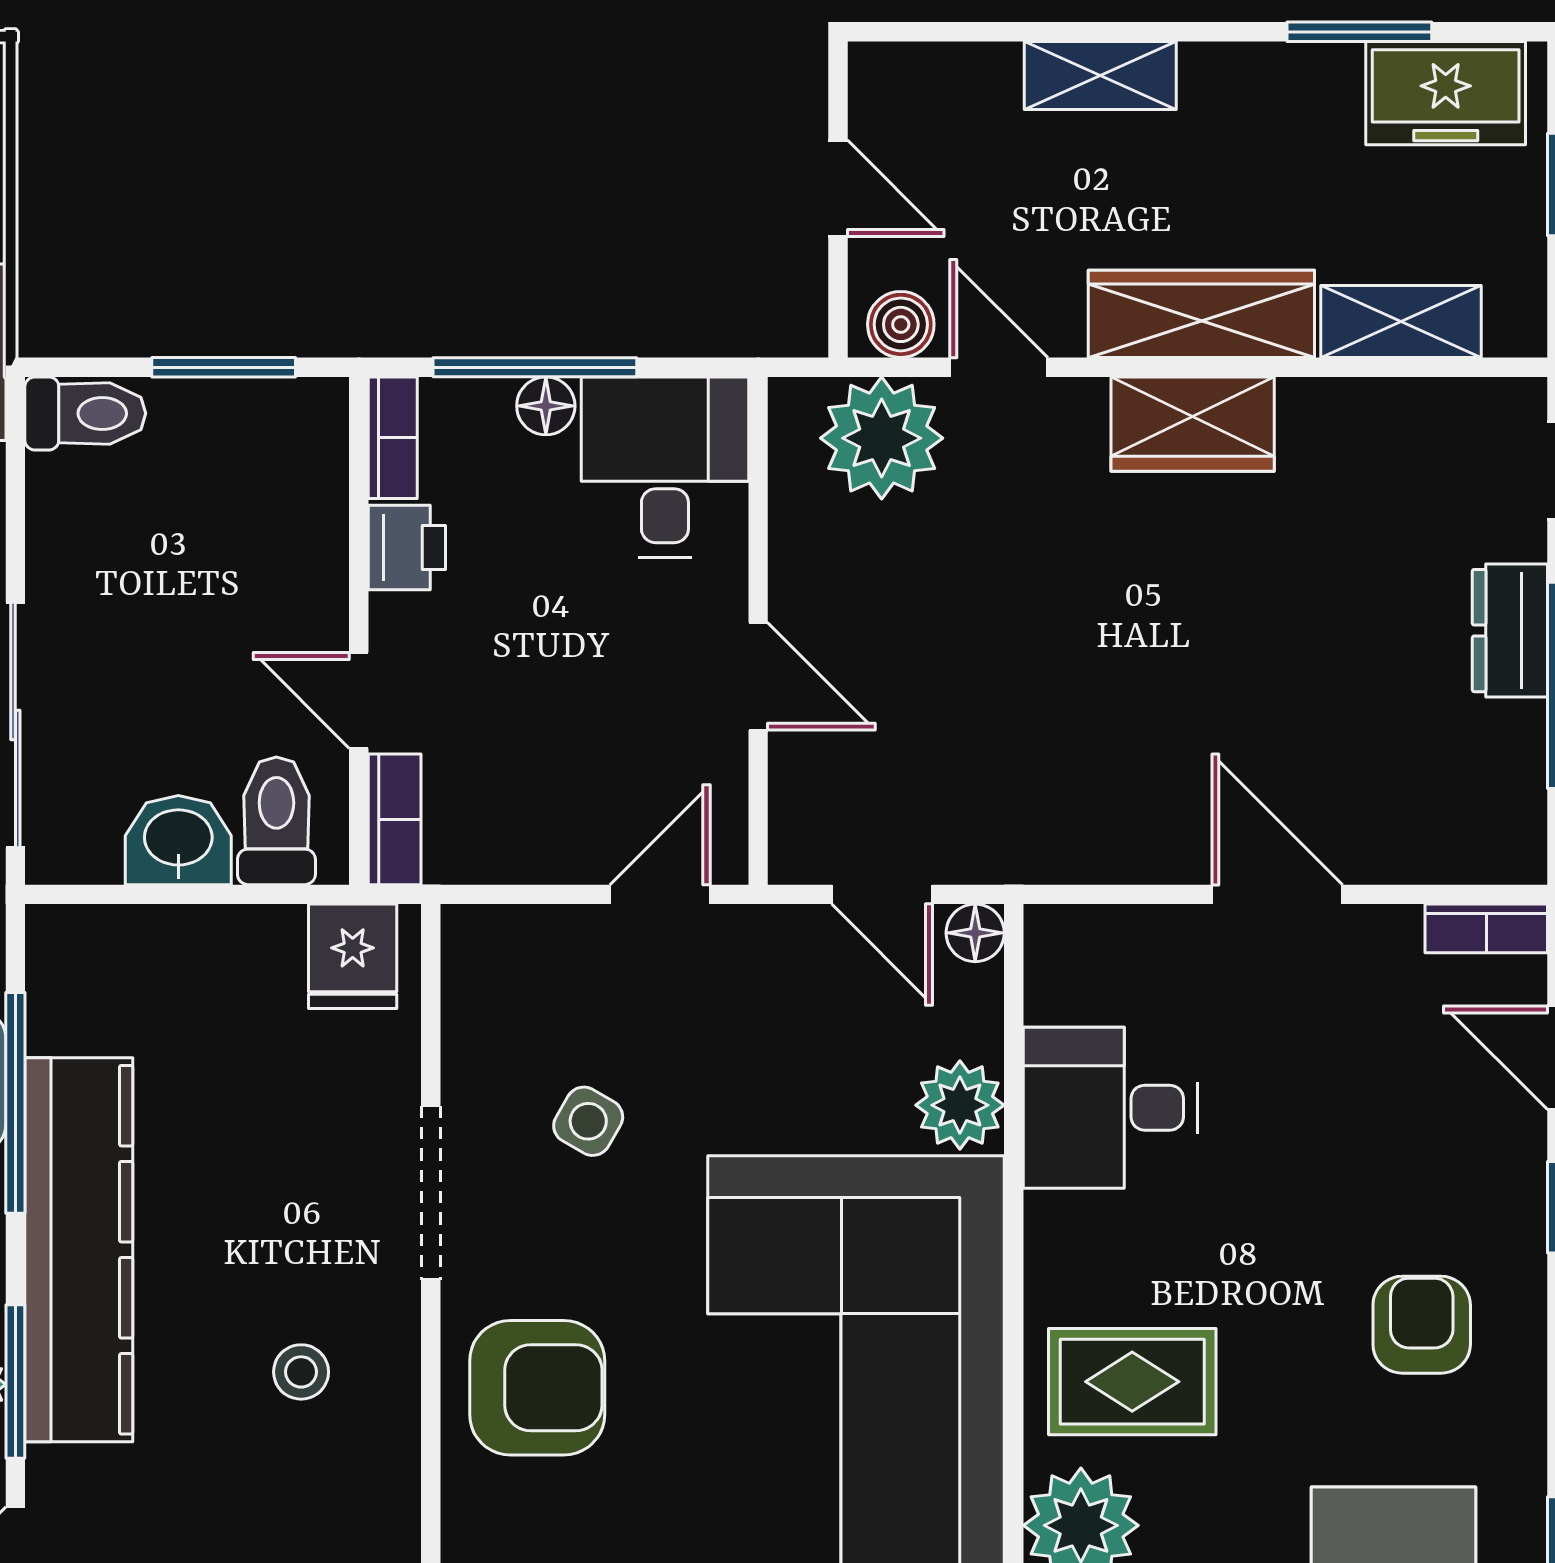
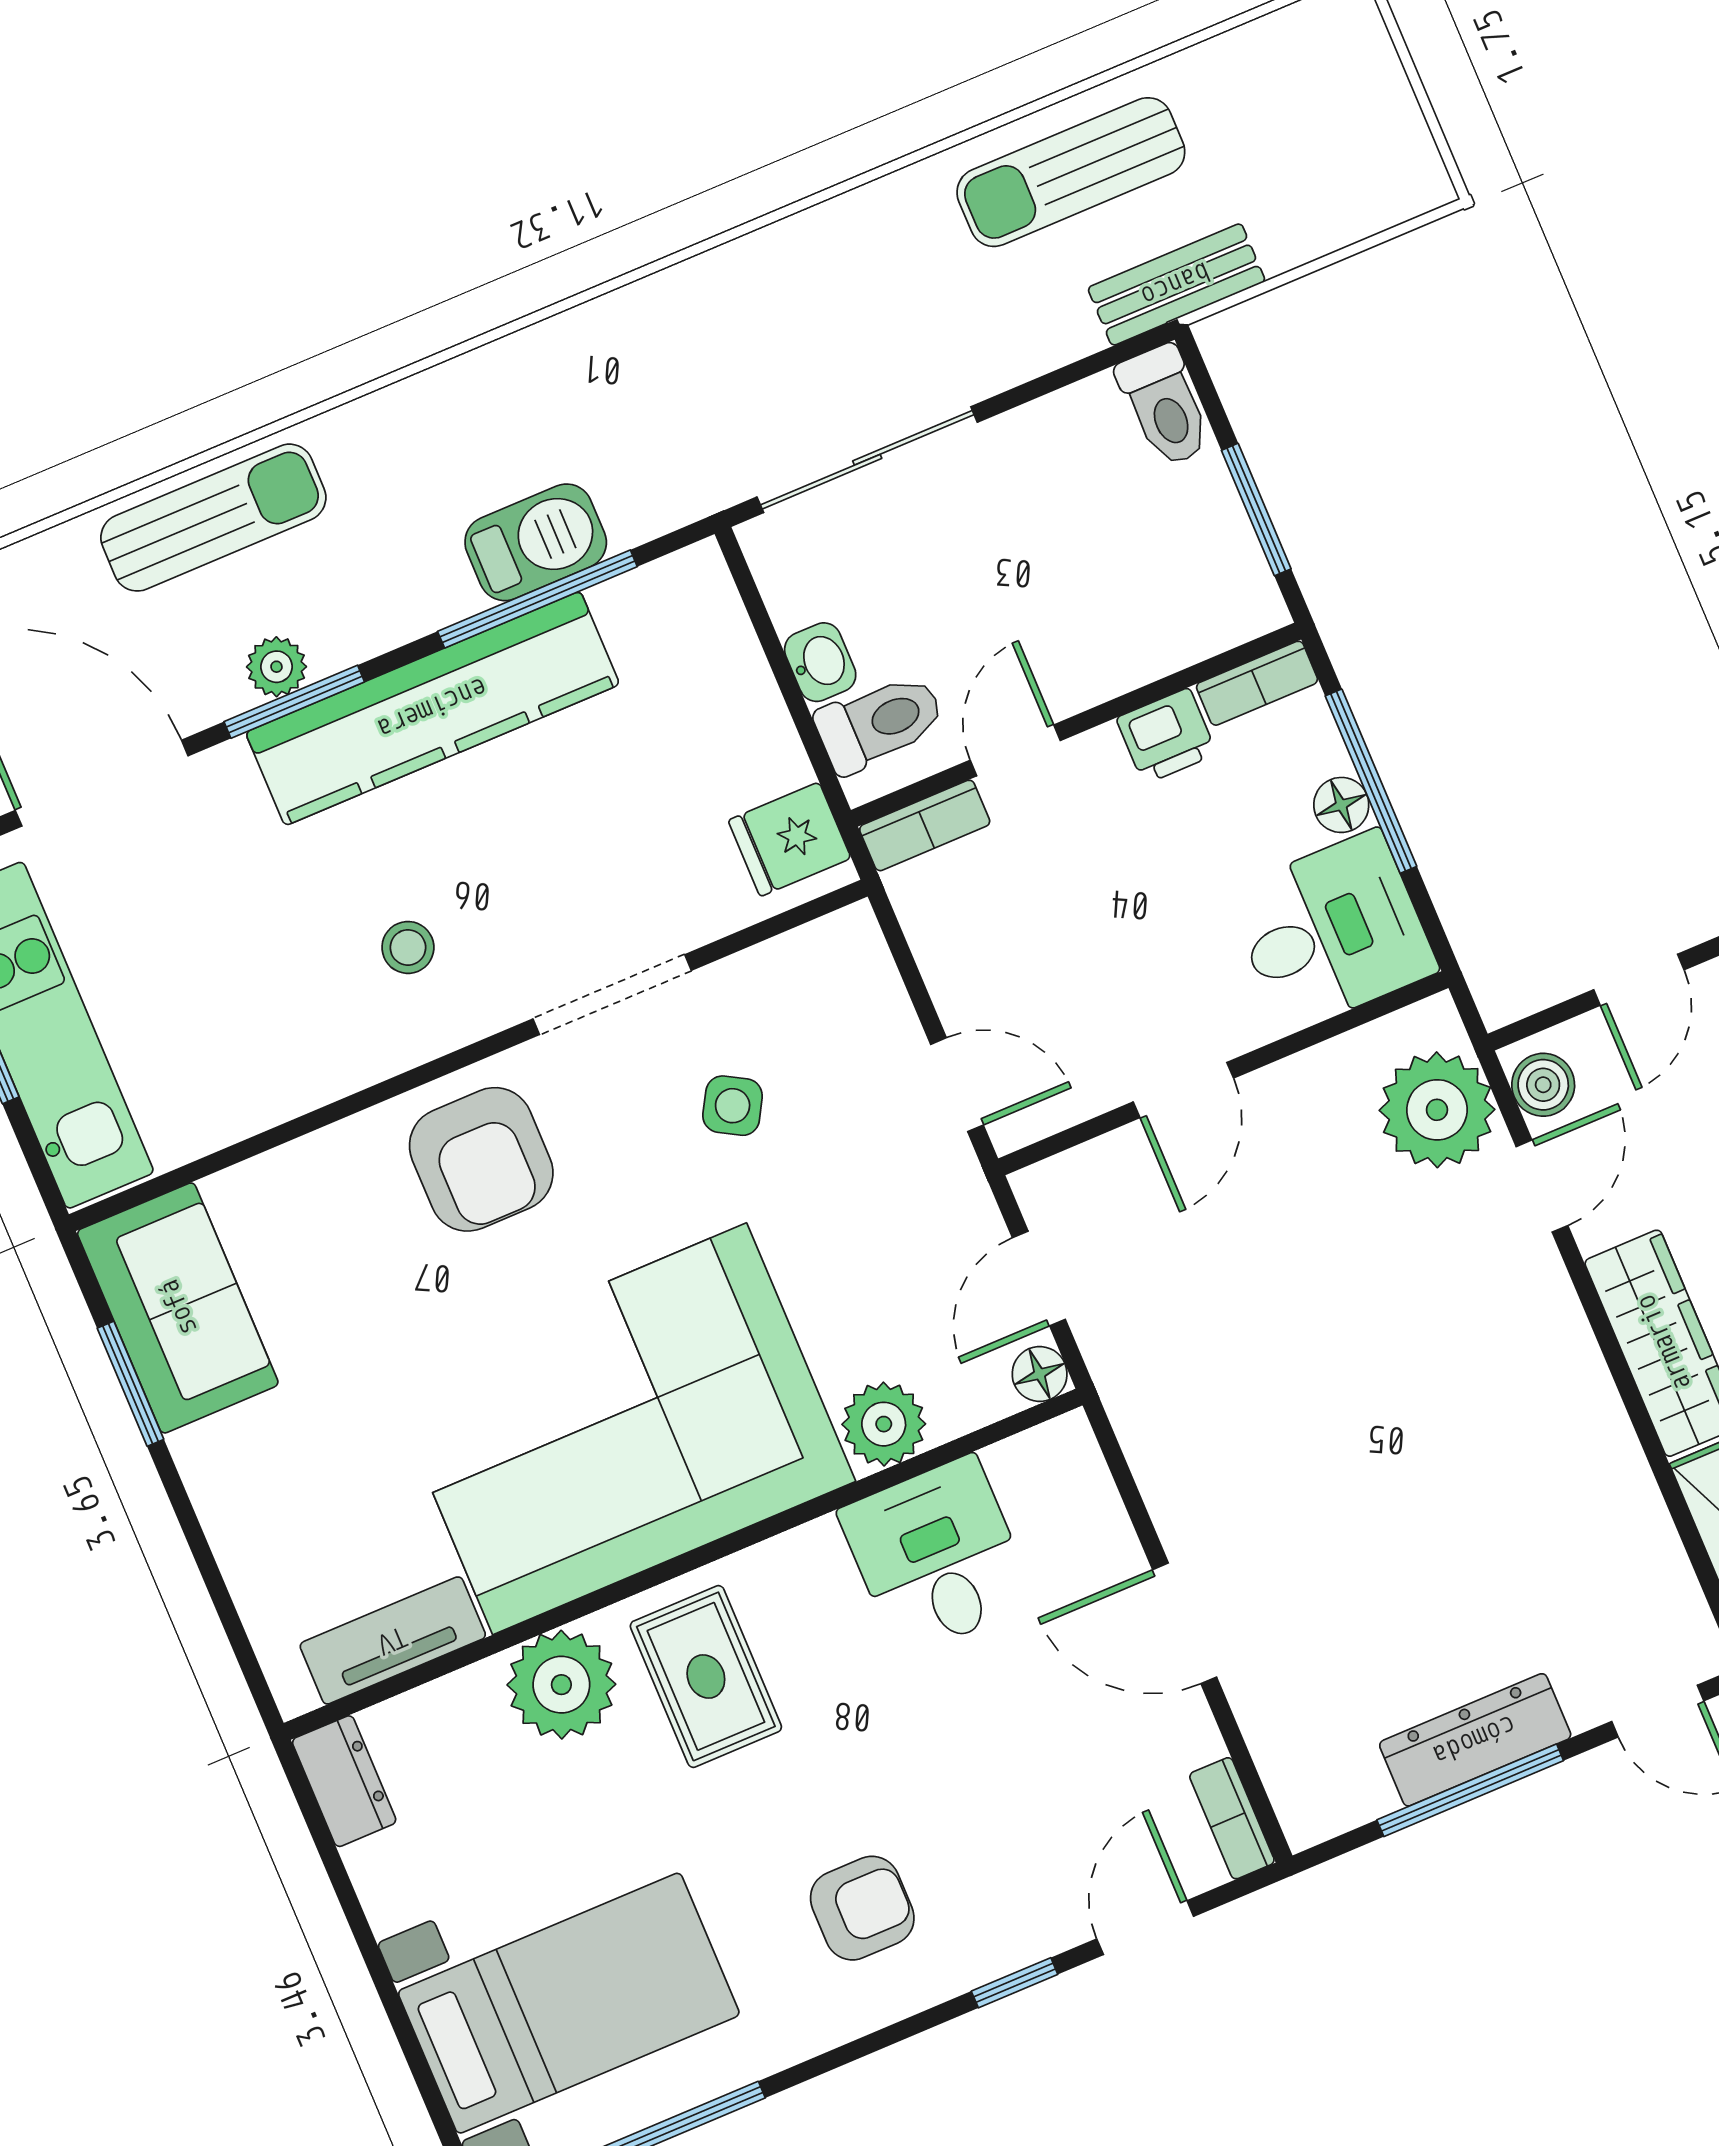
wardrobe: (1193, 424) -> (1564, 1376), removed
dresser: (1510, 631) -> (1475, 1740), width x1.44
washbasin: (178, 840) -> (820, 662), width x0.72, depth x0.69
door: (1277, 894) -> (1185, 1623), swing flipped

